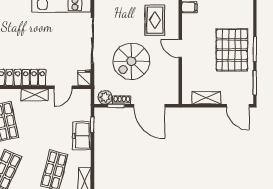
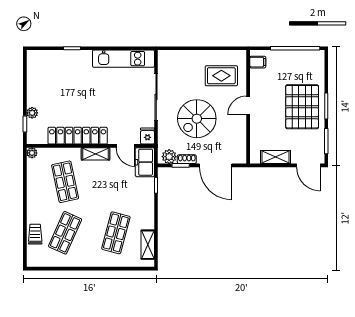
rug: (155, 20) -> (221, 76), turned 90
door: (180, 49) -> (248, 105), hinge flipped
door: (63, 87) -> (125, 146), hinge flipped
freezer: (82, 136) -> (145, 162), moved

